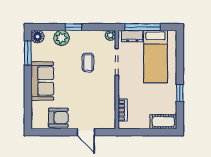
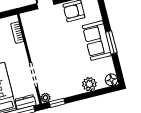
window: (73, 27) -> (57, 103), moved
window: (28, 53) -> (111, 42), moved
coffee table: (88, 63) -> (60, 68), removed

